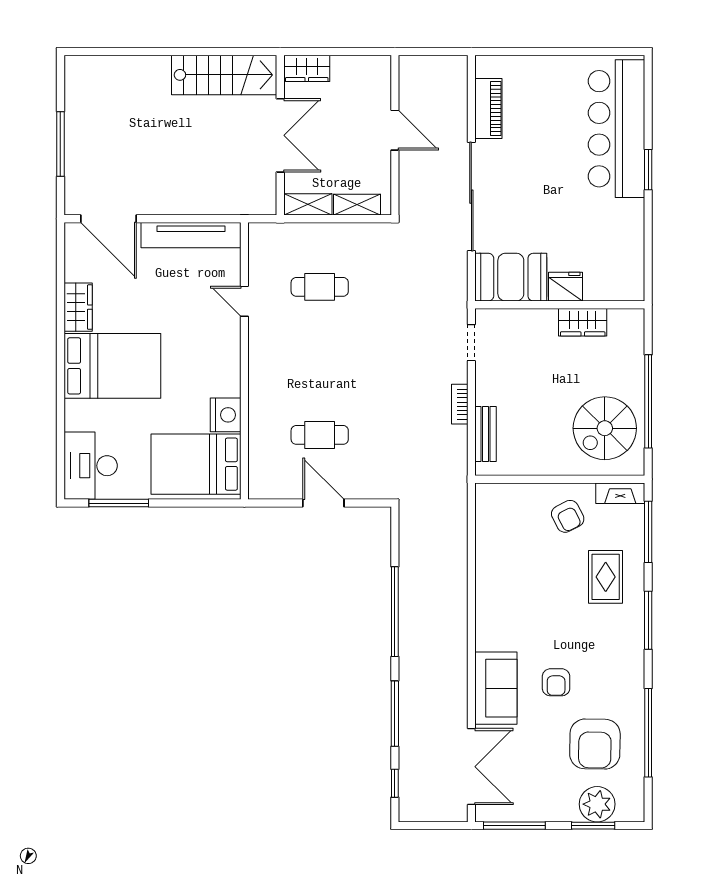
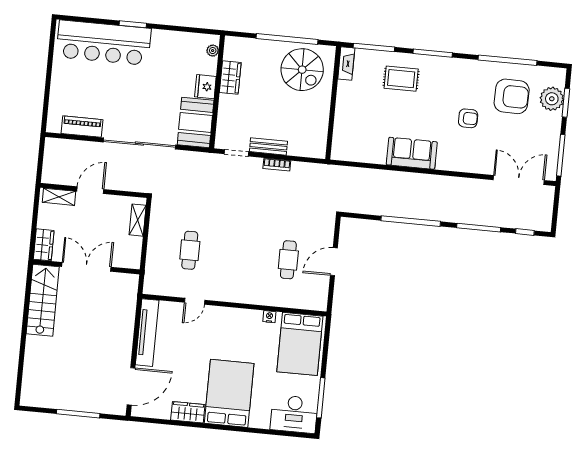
shelving: (308, 204) -> (59, 197), moved, turned 90
plant: (620, 292) -> (213, 51), added
nightstand: (226, 415) -> (269, 317), width x0.53, depth x0.56
bench: (485, 434) -> (268, 146), moved
armchair: (568, 516) -> (358, 100), removed
sofa: (496, 688) -> (412, 153), moved

